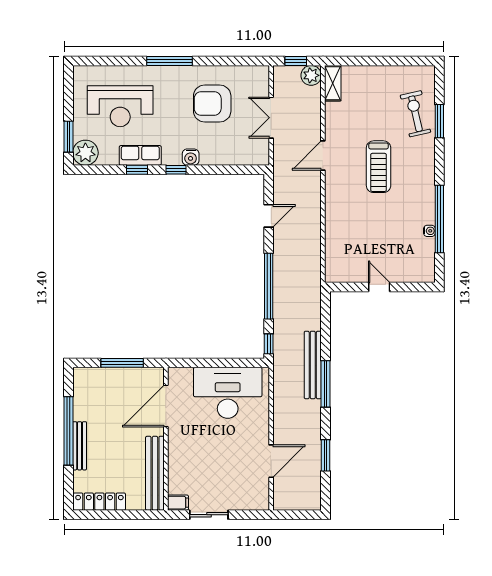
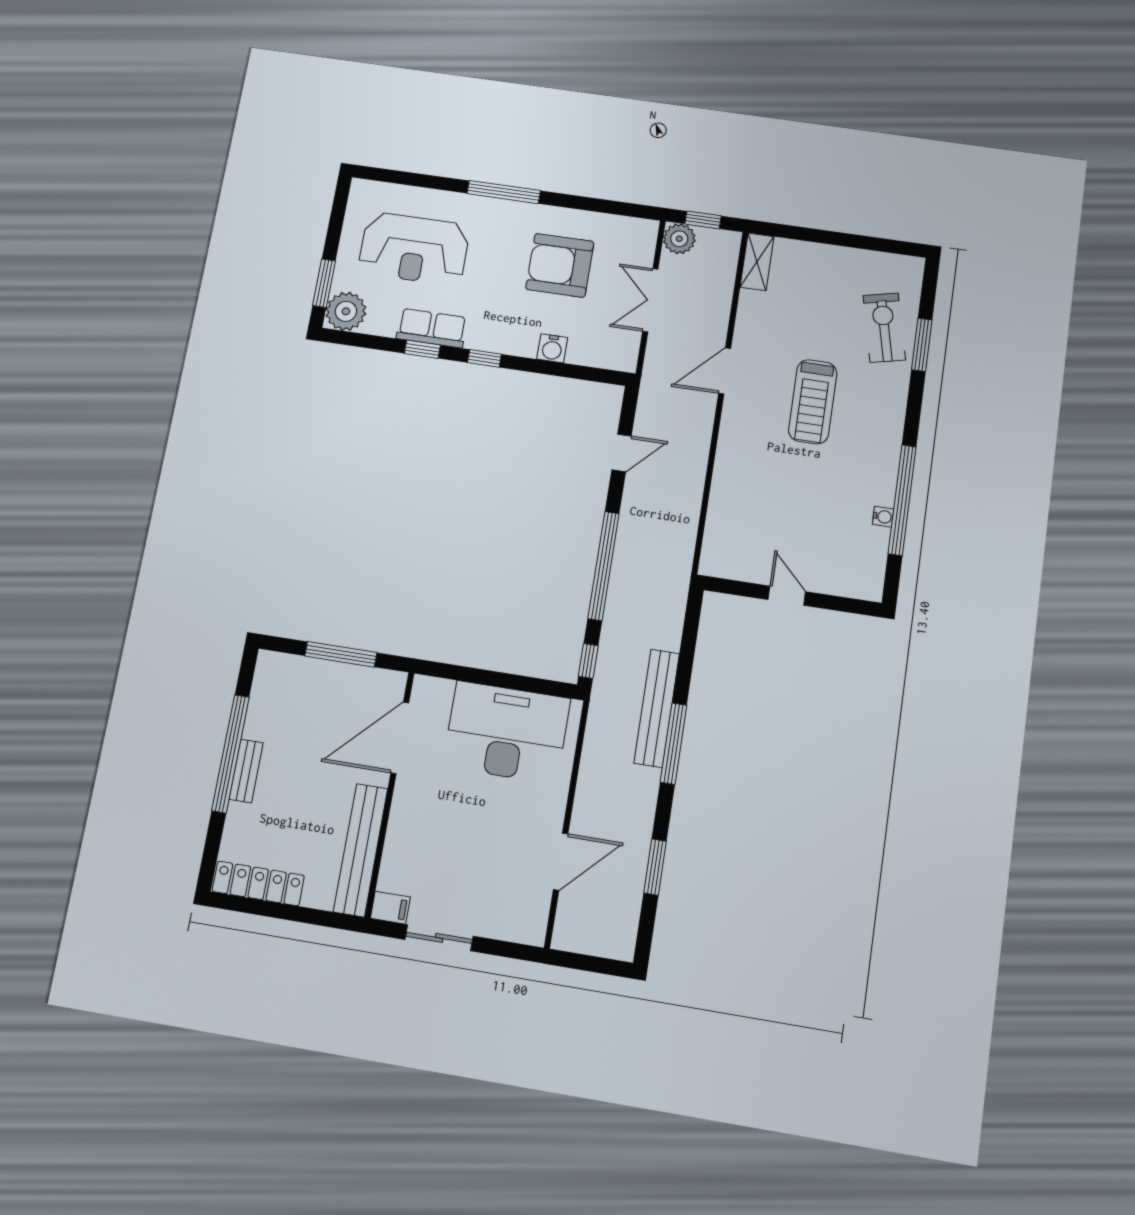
plant: (311, 75) -> (679, 239), moved
water cooler: (191, 157) -> (552, 348), moved
bench: (80, 446) -> (246, 771), width x0.73

